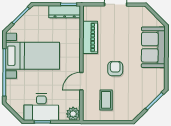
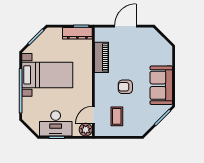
sofa: (153, 47) -> (161, 85), moved
armchair: (115, 69) -> (125, 87), turned -90
door: (81, 81) -> (93, 115), moved

